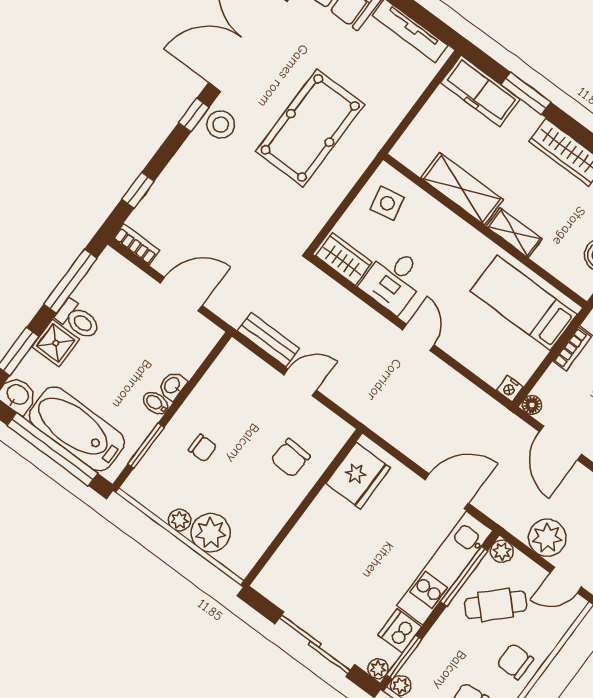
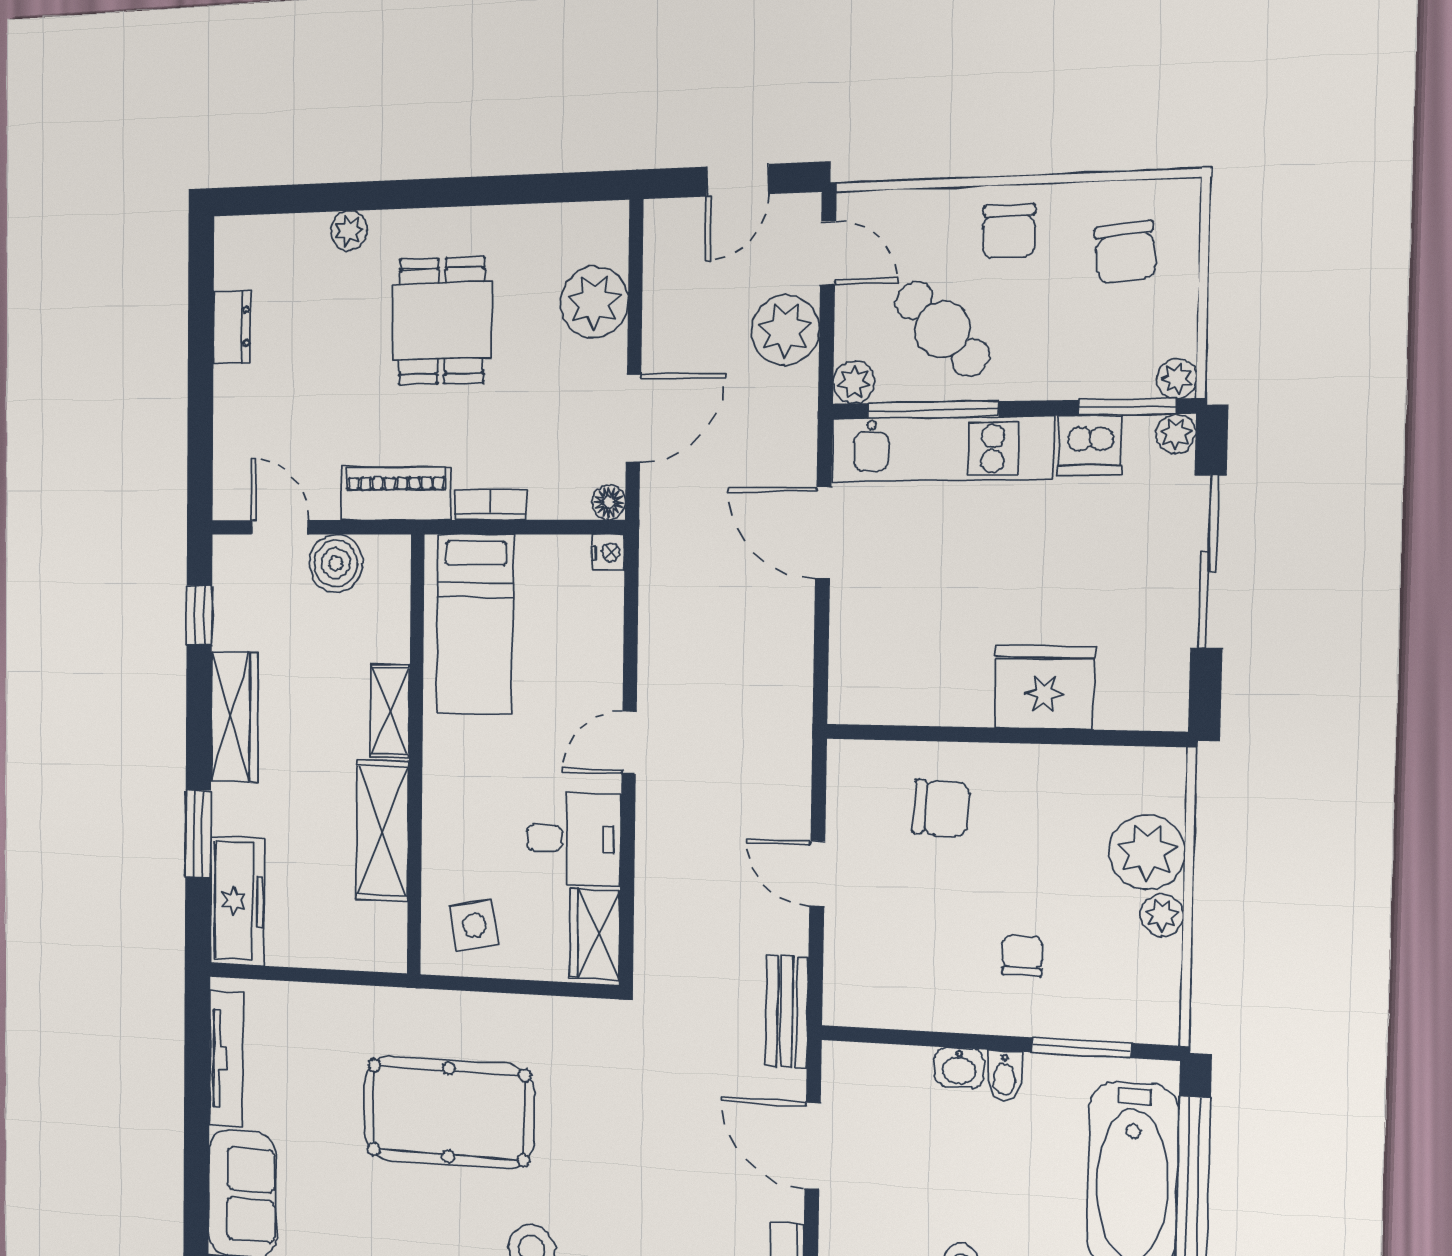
bench: (268, 340) -> (787, 1012), moved
fridge: (358, 476) -> (1044, 687), moved

